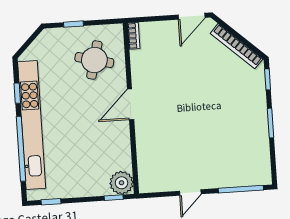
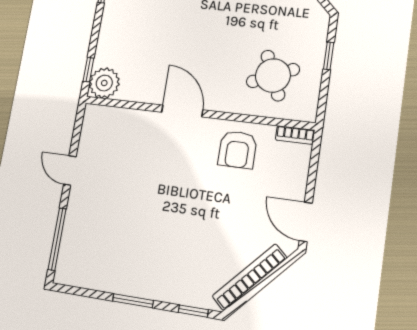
round table: (94, 60) -> (273, 76), turned -37
armchair: (152, 74) -> (237, 150), added
door: (131, 104) -> (182, 111), moved

